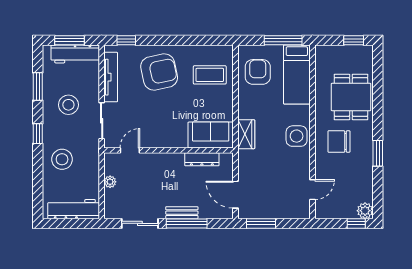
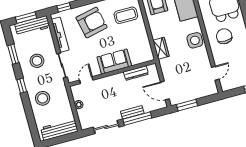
sofa: (211, 135) -> (114, 61), moved
chair: (339, 141) -> (224, 36), turned 90

